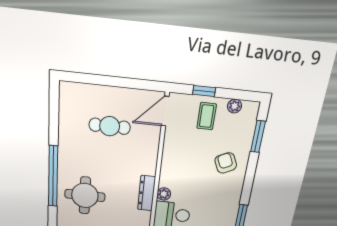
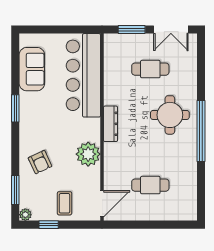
window: (204, 91) -> (49, 225), moved
plant: (235, 106) -> (25, 215), moved
plant: (164, 194) -> (88, 154), moved, width x1.88, depth x1.88

